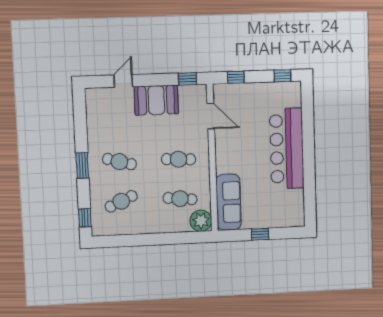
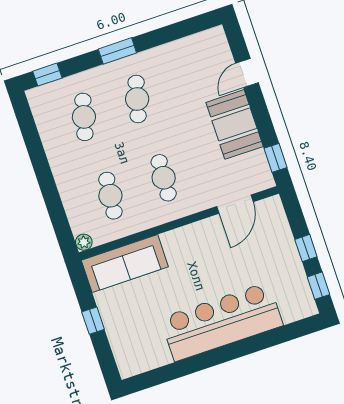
window: (236, 77) -> (306, 248), moved
door: (123, 81) -> (247, 73), swing flipped
cafe table: (121, 201) -> (84, 117), turned 39
plant: (201, 221) -> (84, 242), width x0.53, depth x0.53

